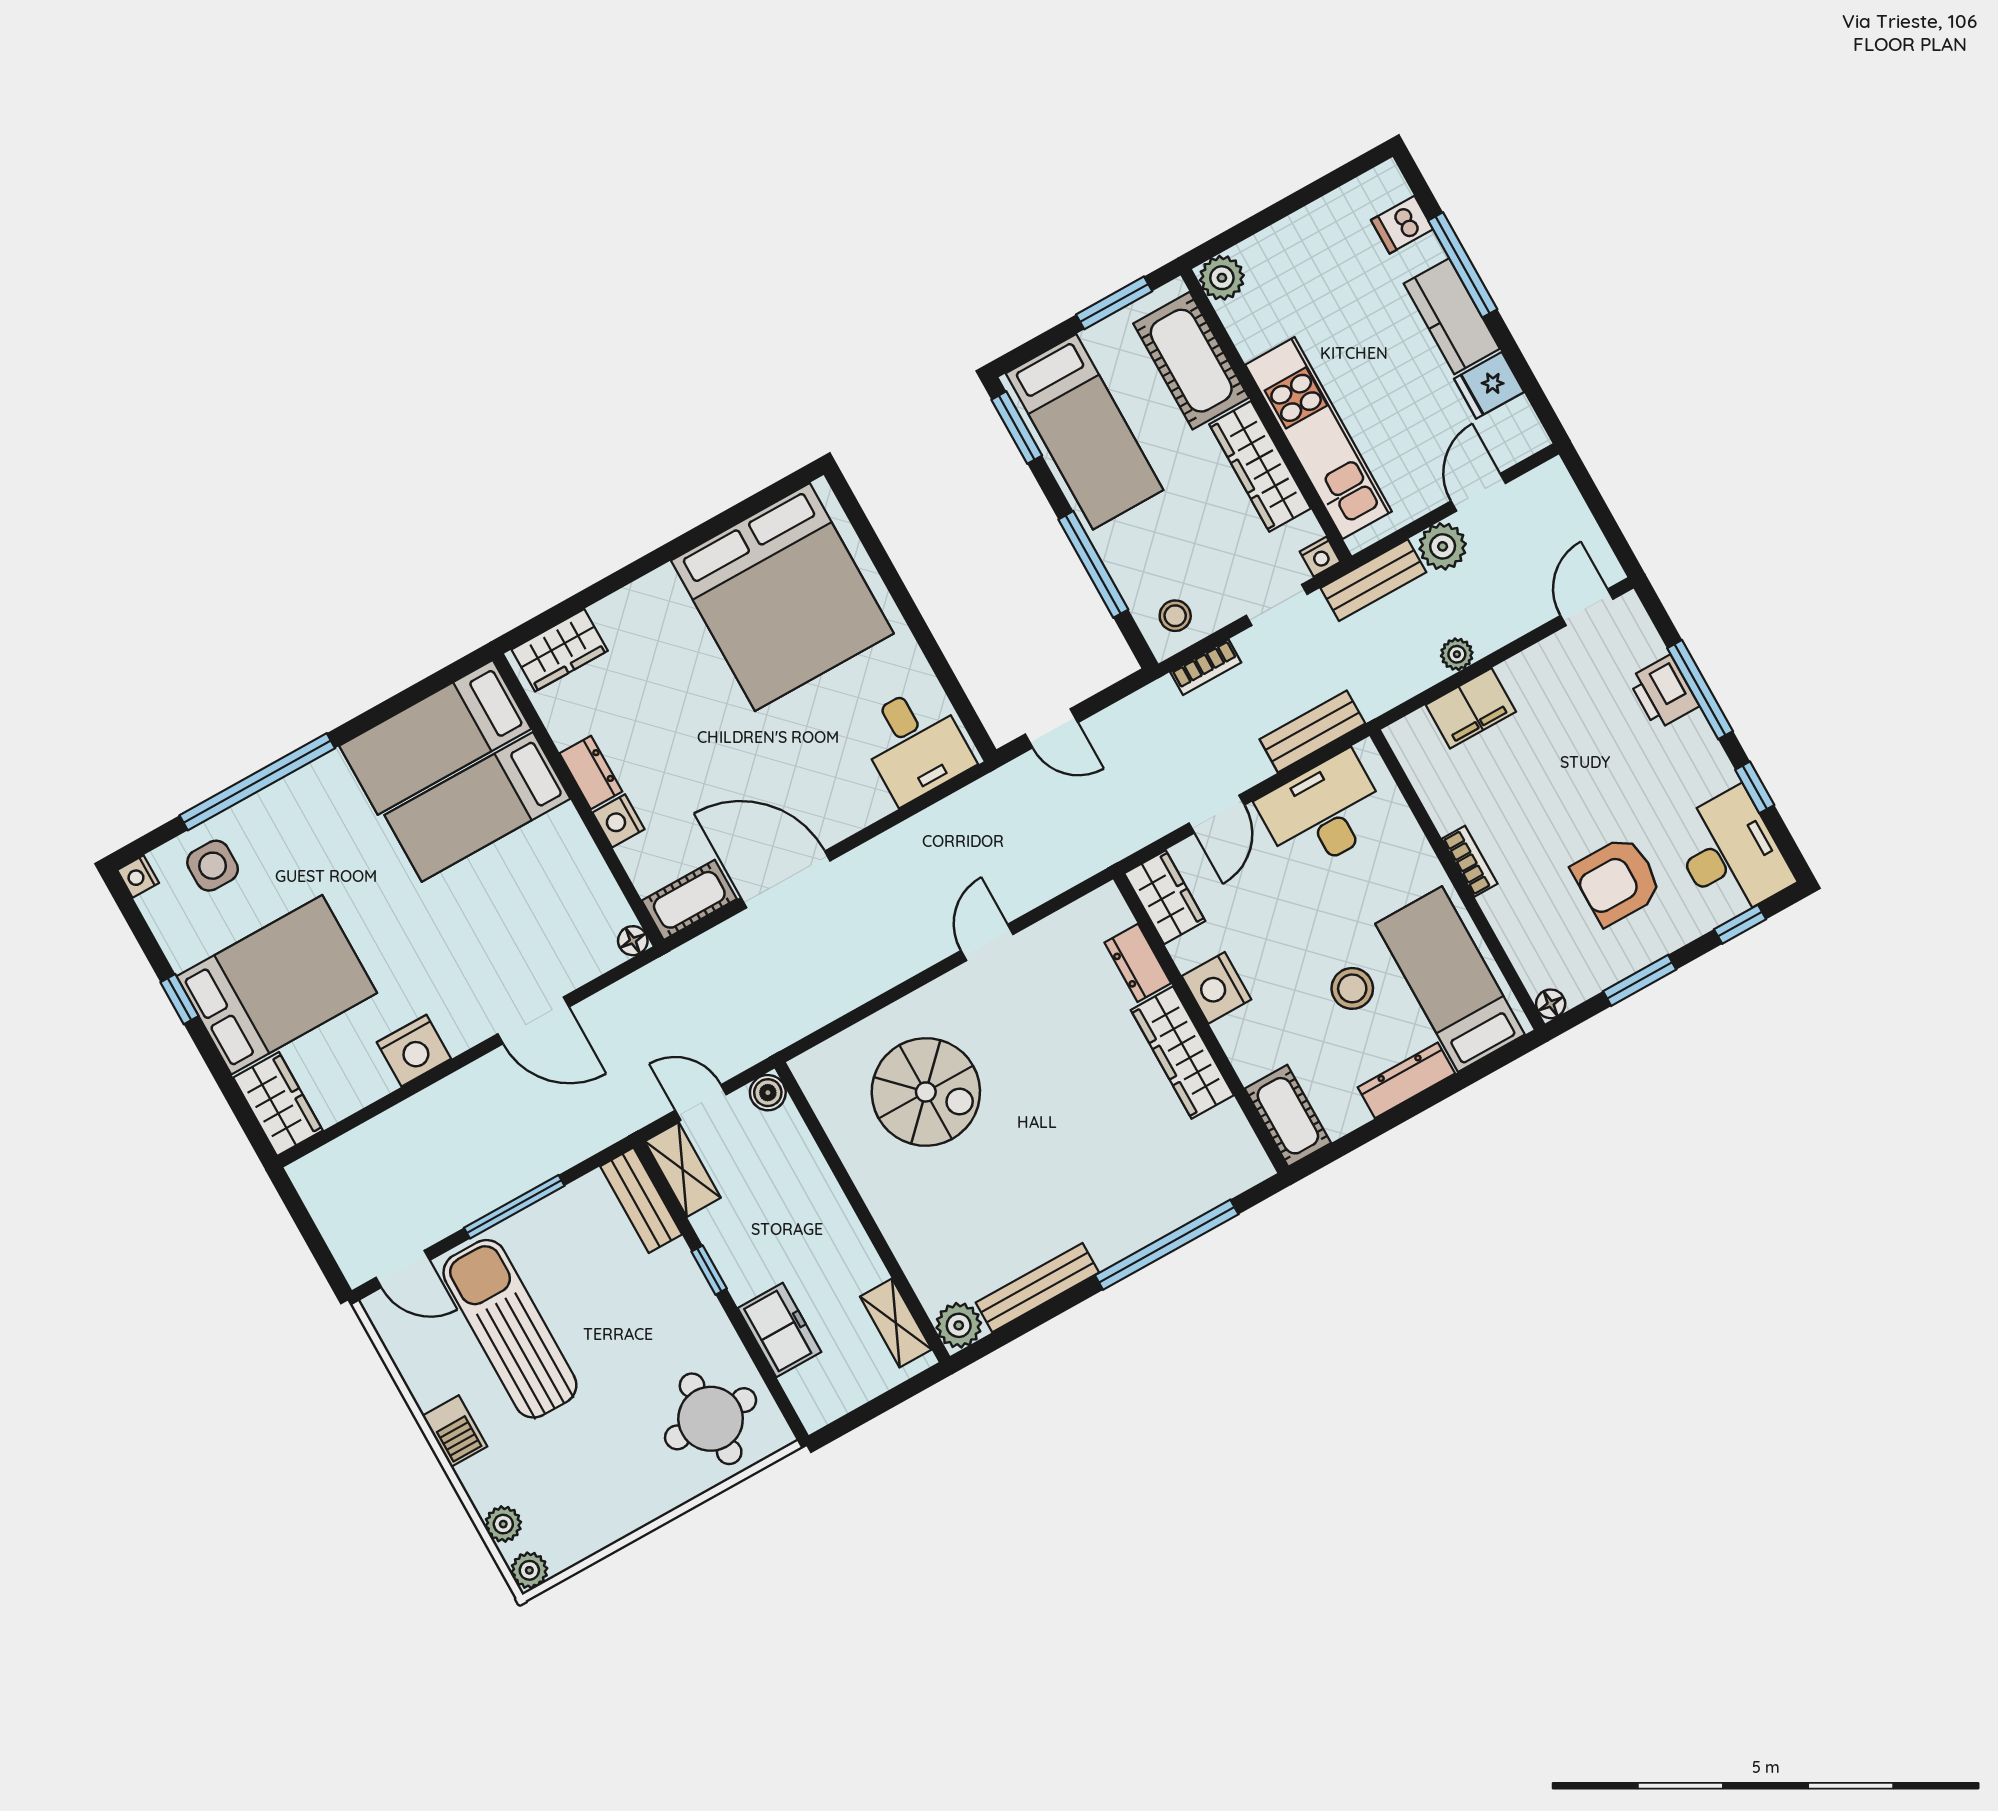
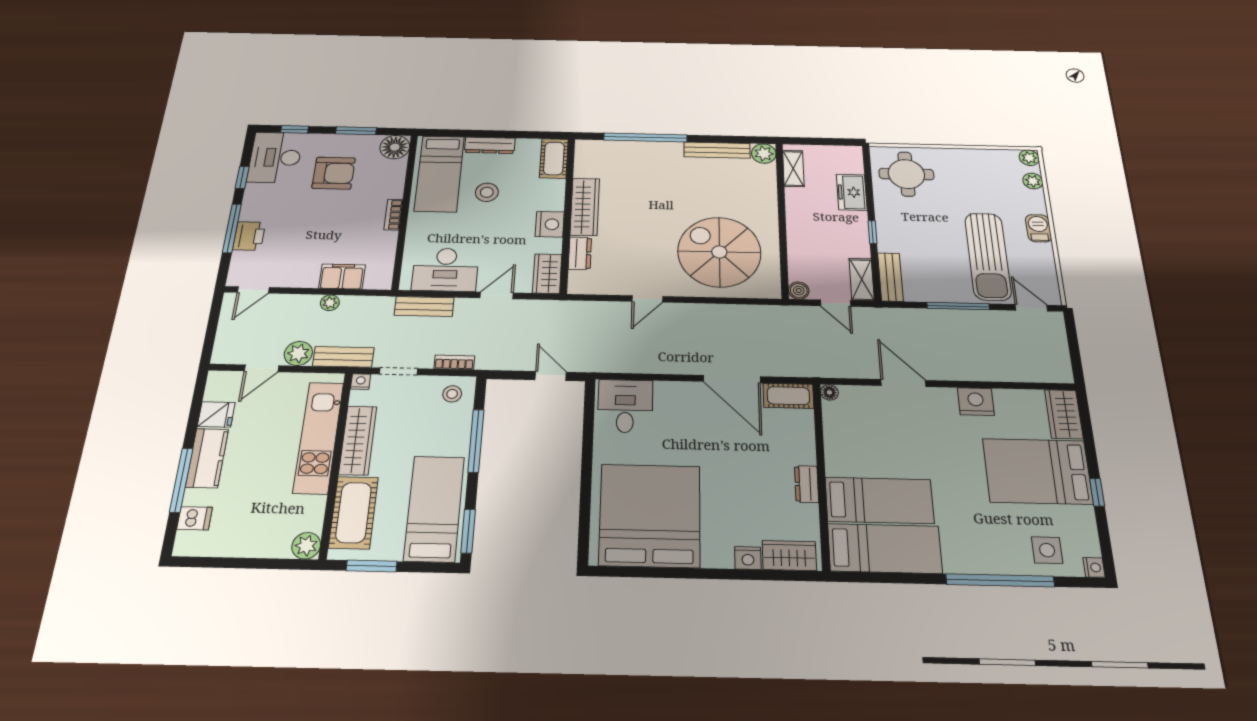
nightstand: (619, 821) -> (748, 558), moved, turned 90
floor lamp: (1551, 1004) -> (395, 147), width x1.89, depth x1.89
spiral stairs: (926, 1092) -> (719, 252), width x1.37, depth x1.37

